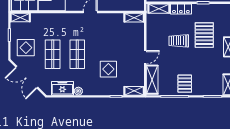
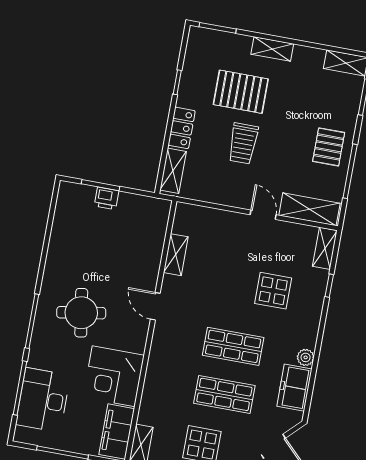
shelving: (134, 18) -> (176, 255), moved
pallet: (185, 84) -> (329, 147), turned 90

